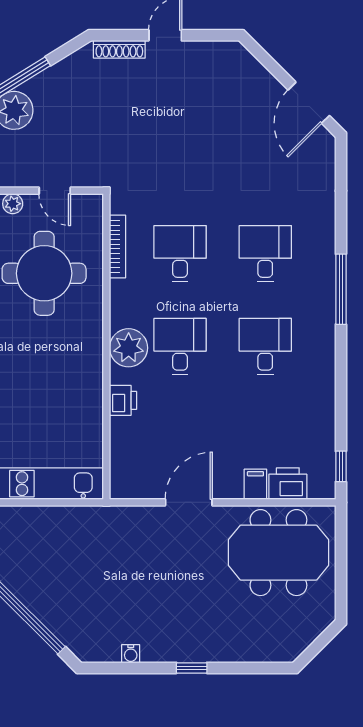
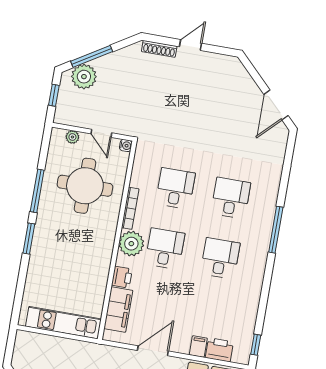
water cooler: (94, 203) -> (126, 146), added
bookcase: (117, 246) -> (130, 208), moved
filing cabinet: (126, 450) -> (118, 309), added

